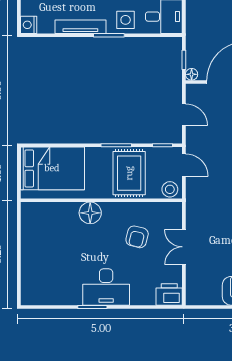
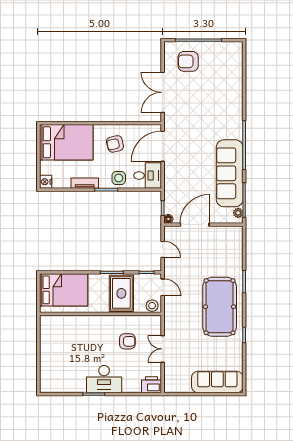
tv unit: (80, 27) -> (85, 183), width x0.71
floor lamp: (90, 213) -> (92, 323), removed
armchair: (137, 237) -> (127, 341), turned -104

